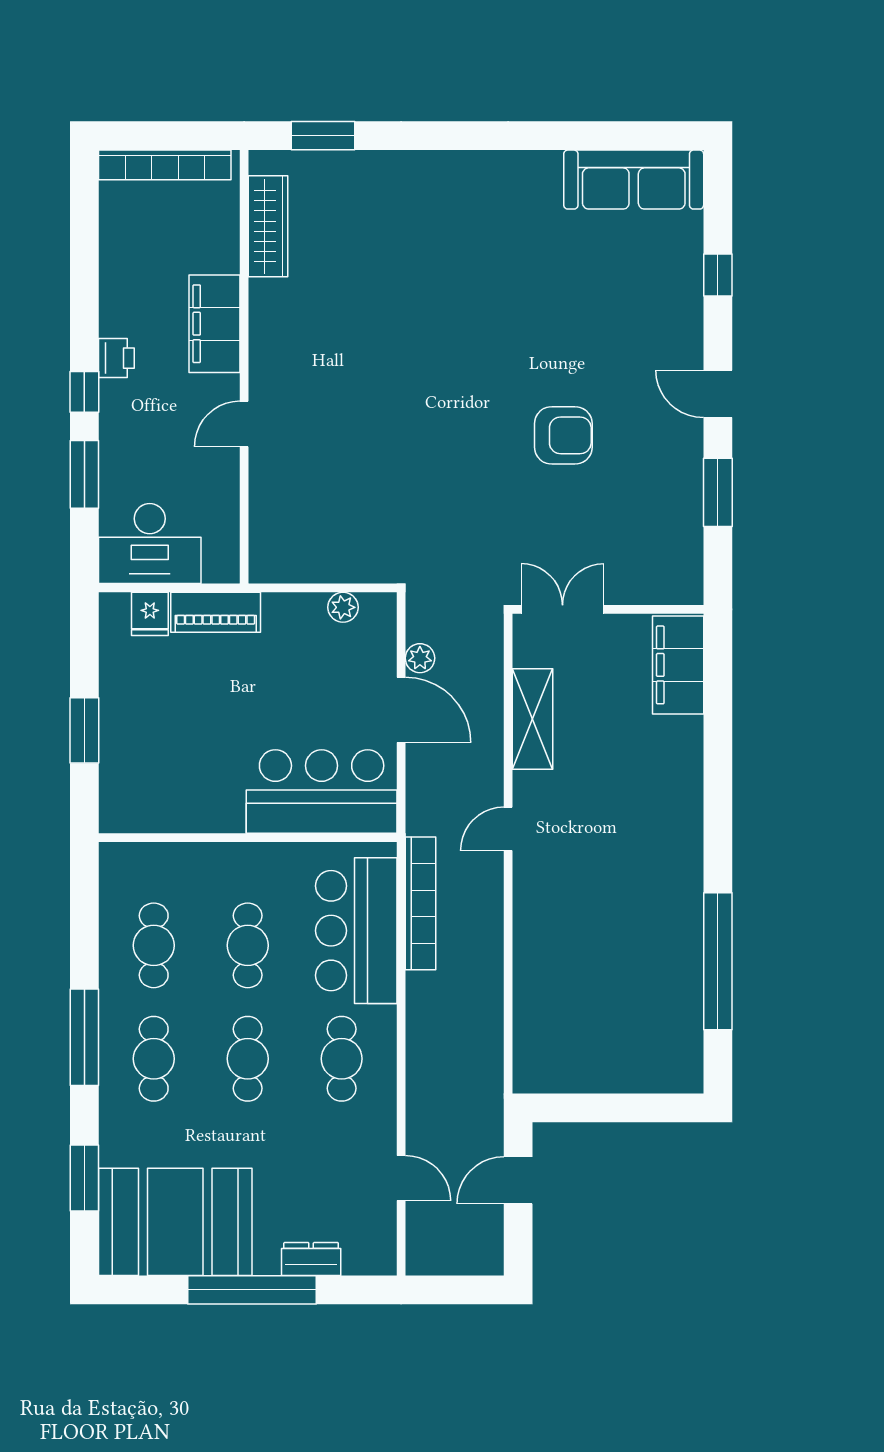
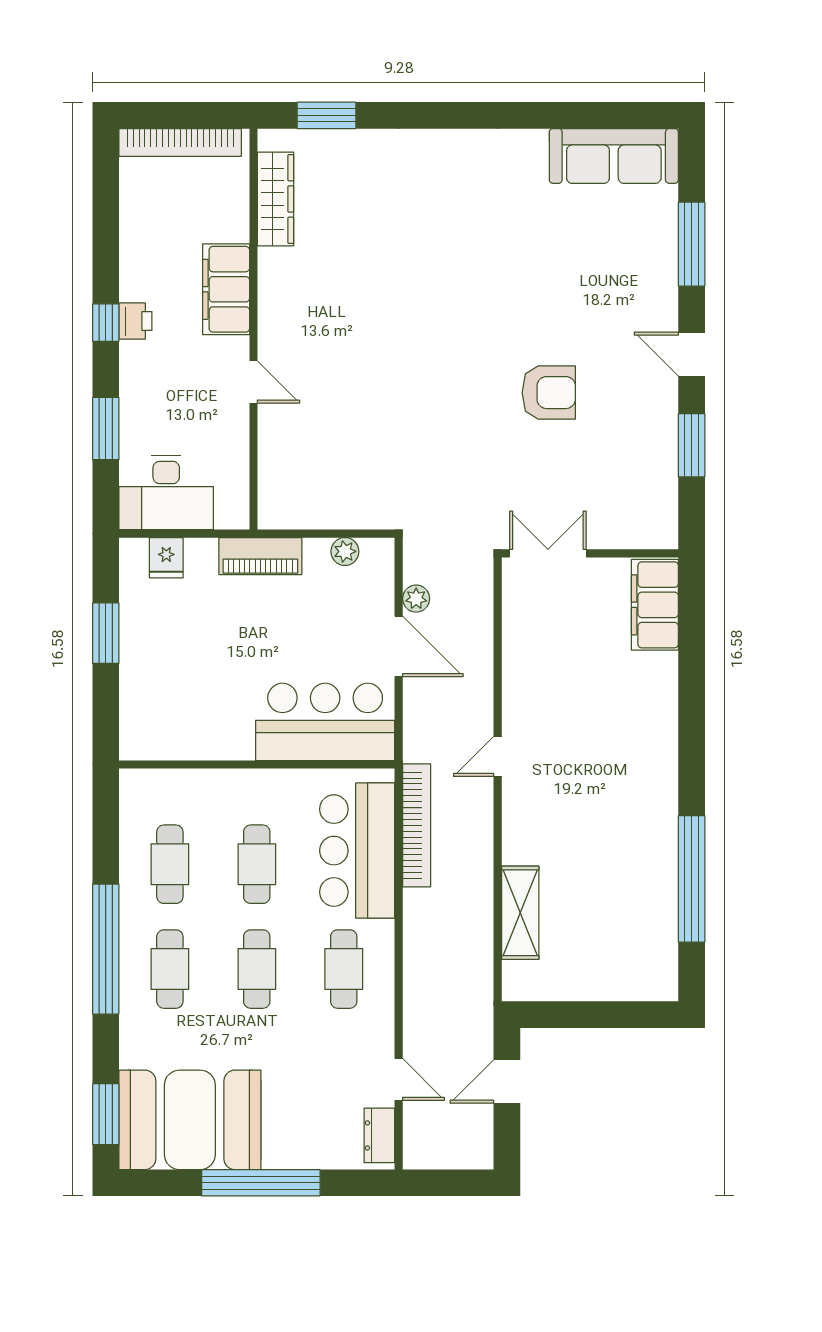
window: (718, 275) -> (692, 244), width x2.17
window: (84, 392) -> (106, 323), moved
door: (244, 424) -> (254, 382), swing flipped
piano: (216, 612) -> (260, 556), moved
shelving: (532, 719) -> (520, 913), moved
window: (84, 730) -> (106, 633), moved
window: (84, 1037) -> (106, 949), width x1.46
window: (84, 1178) -> (106, 1114), moved
dresser: (311, 1259) -> (379, 1135), moved, turned -90

